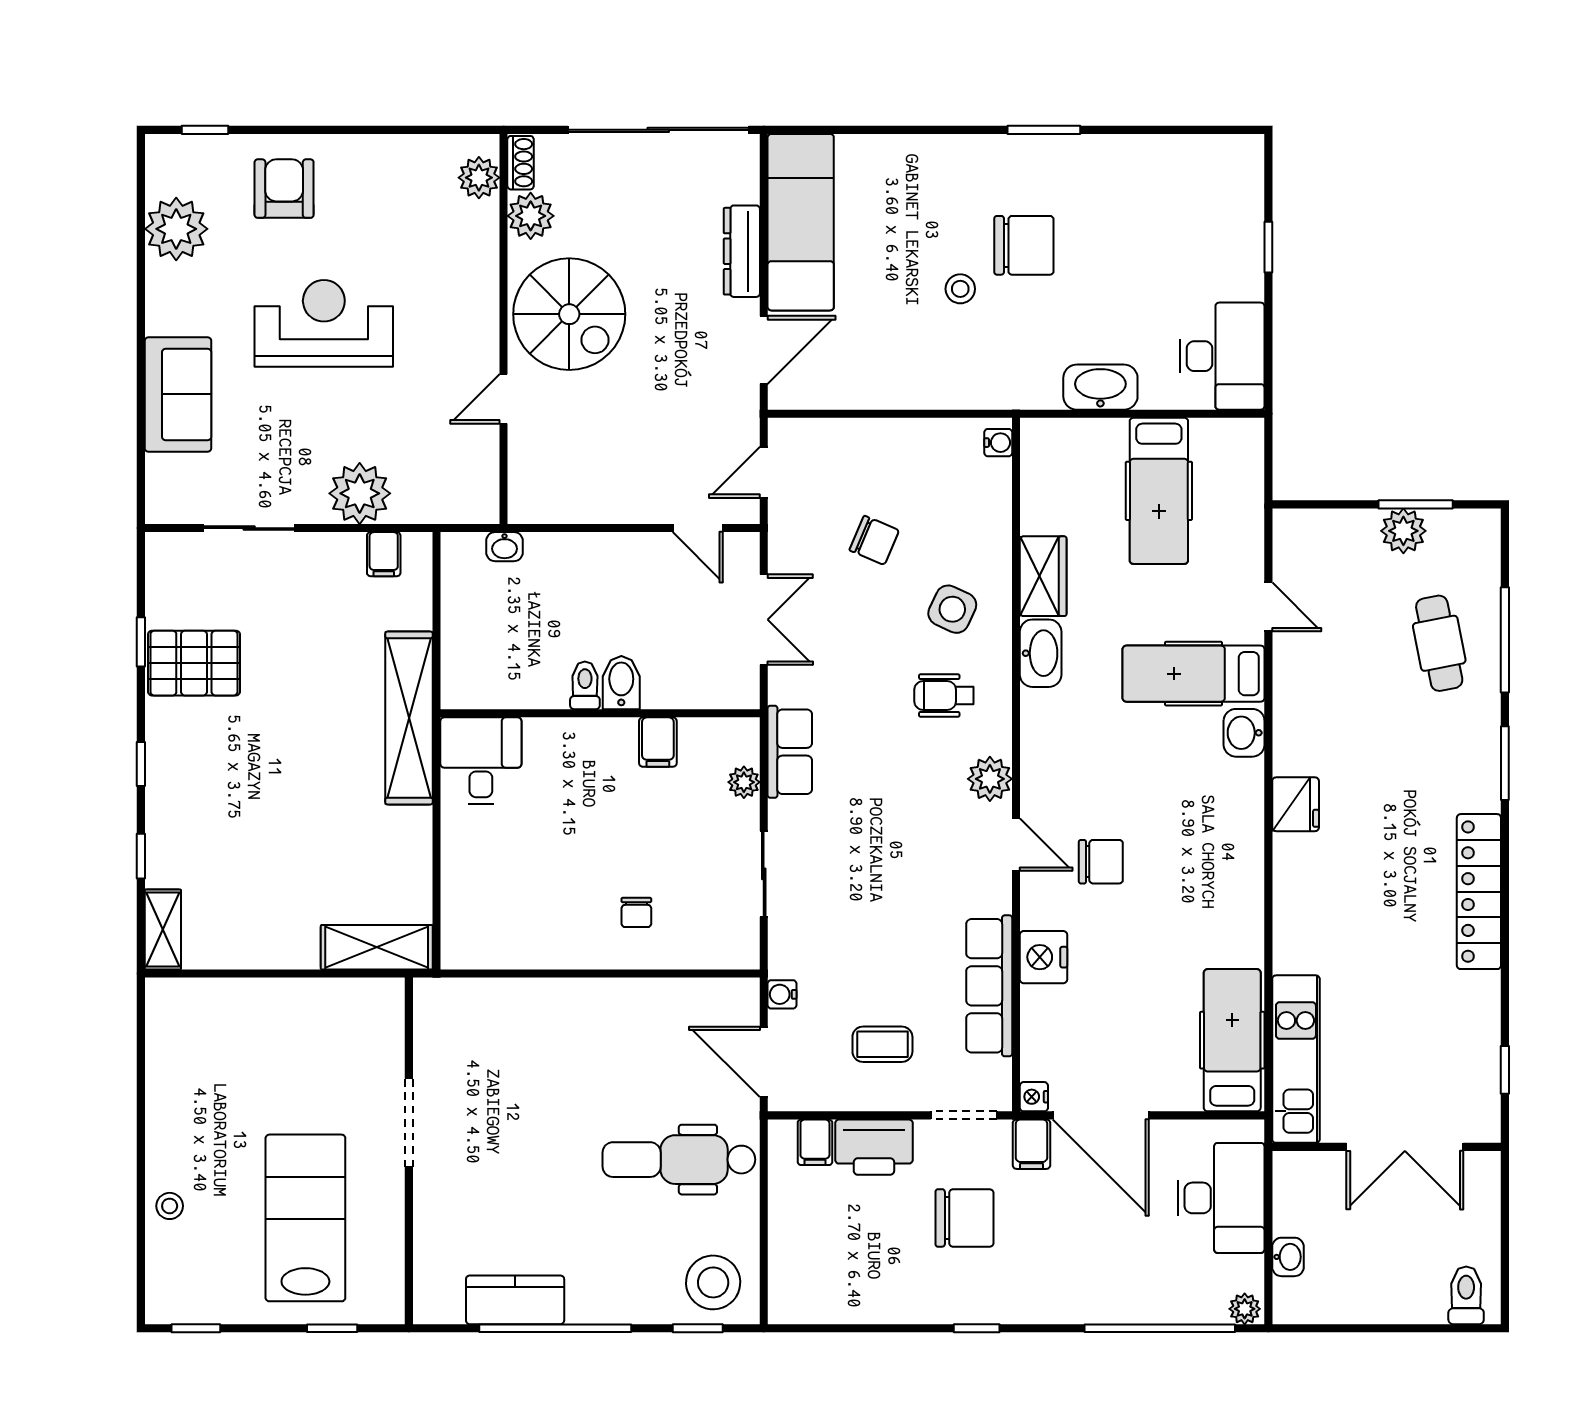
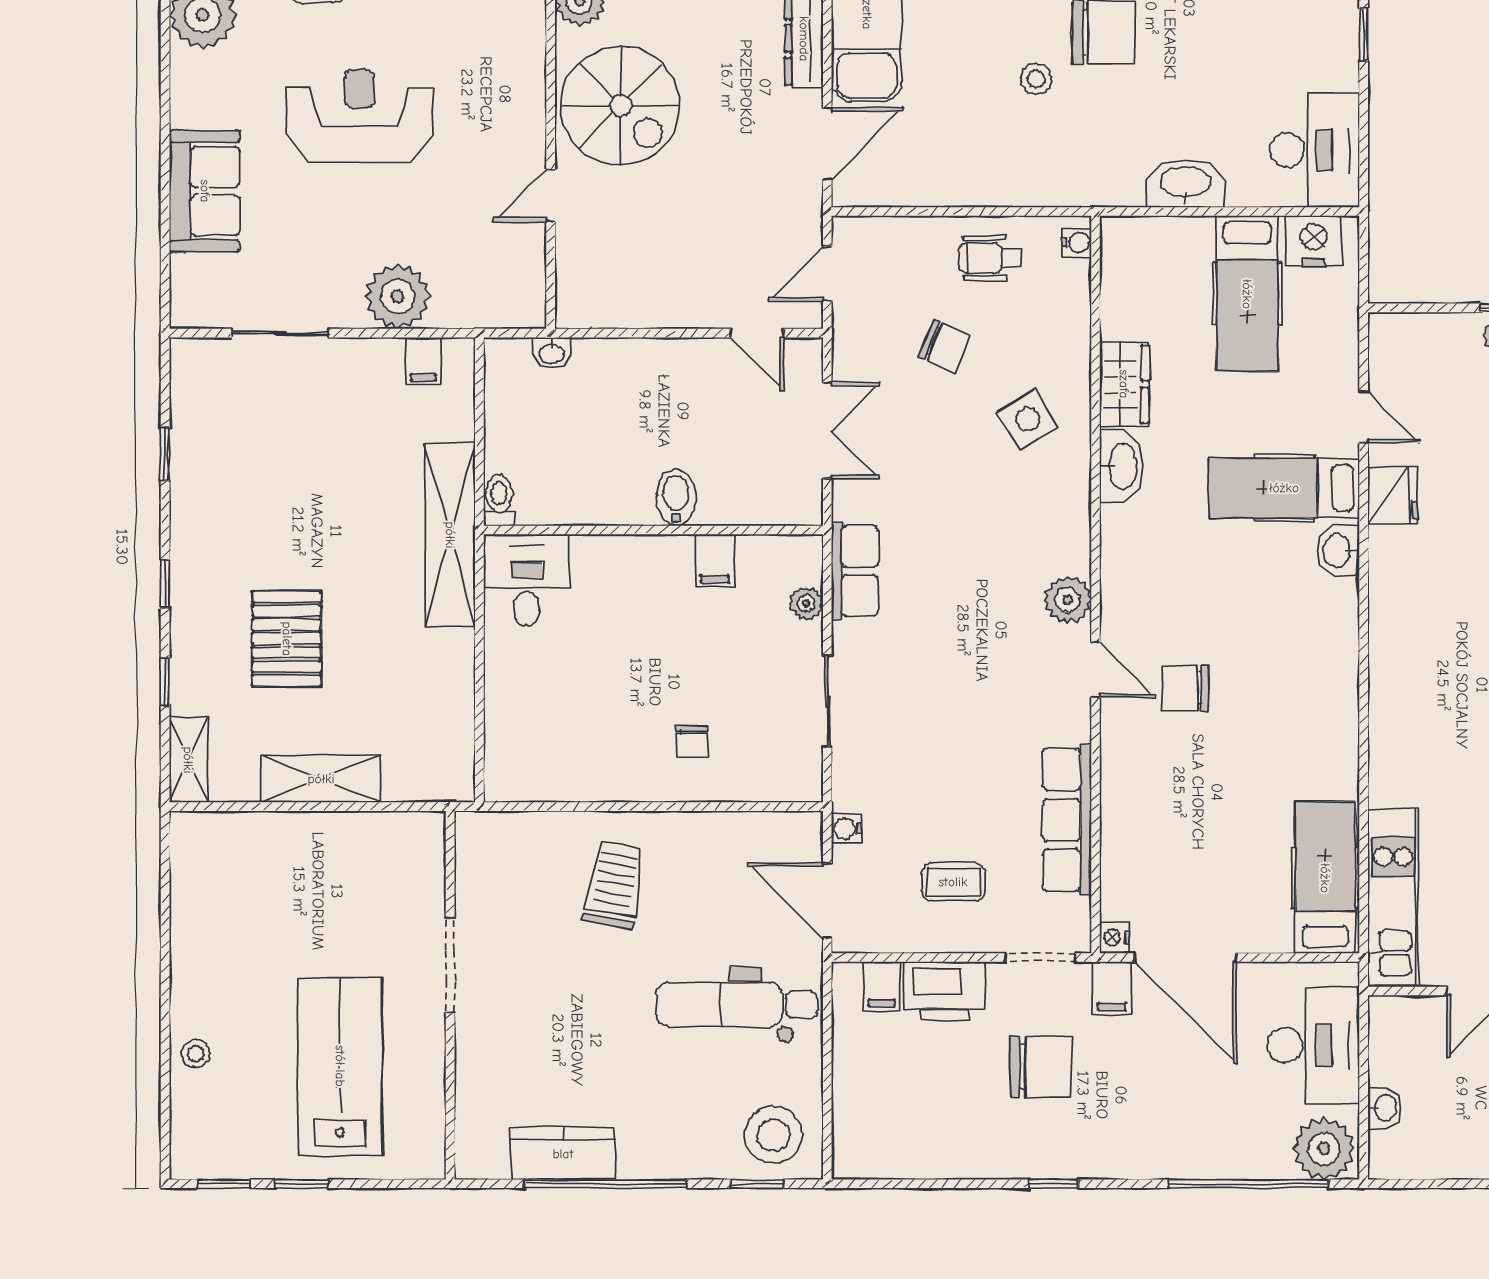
side table: (952, 609) -> (1028, 419), turned 34
pallet: (194, 663) -> (287, 639), moved, turned 90
toilet: (585, 685) -> (499, 500), moved
wheelchair: (944, 695) -> (990, 258), moved
fridge: (1296, 804) -> (1393, 495), moved
chair: (1101, 862) -> (1186, 688), turned 180
shelving: (377, 947) -> (321, 779), moved
nightstand: (1043, 957) -> (1314, 241), moved, turned 90
trolley: (563, 1047) -> (614, 885), added
plant: (1245, 1309) -> (1324, 1149), width x1.87, depth x1.87
window: (332, 1328) -> (302, 1184), moved

